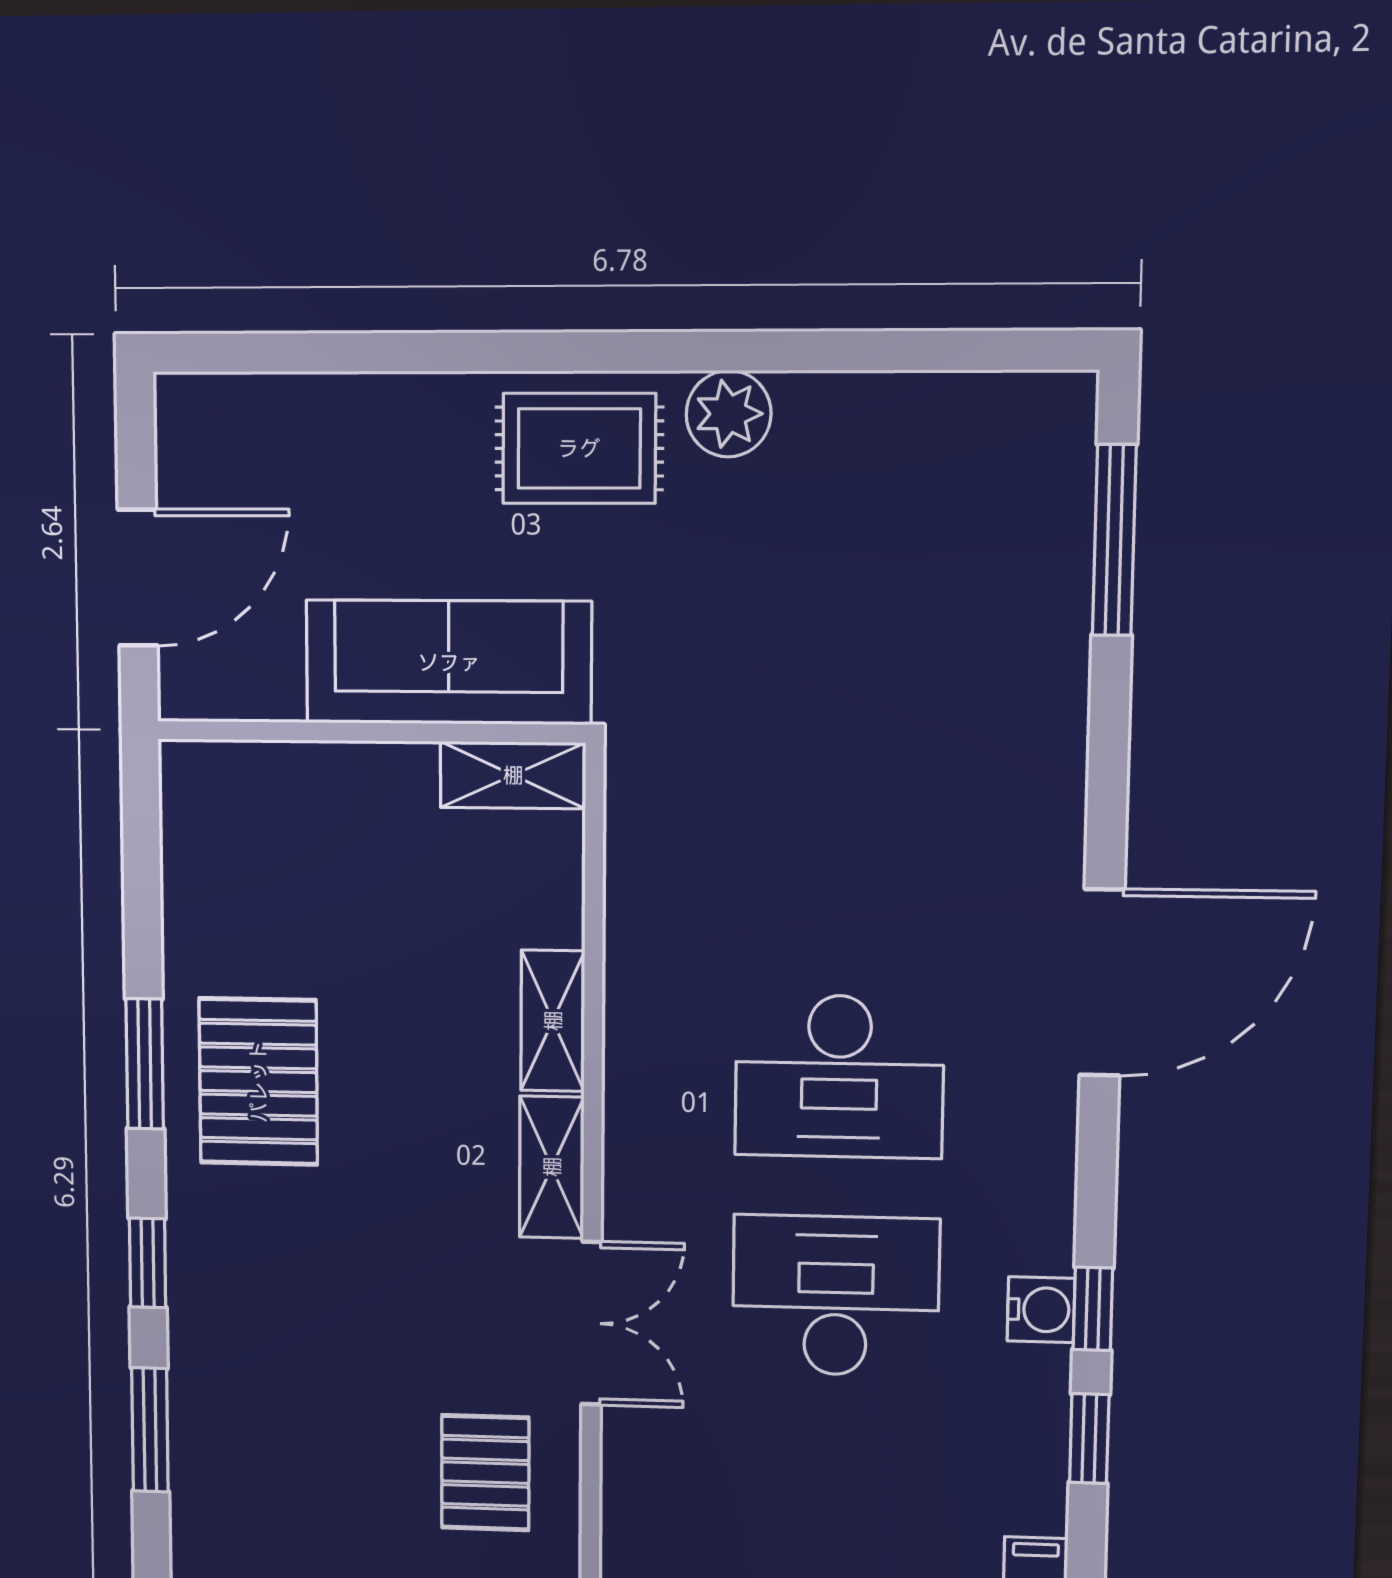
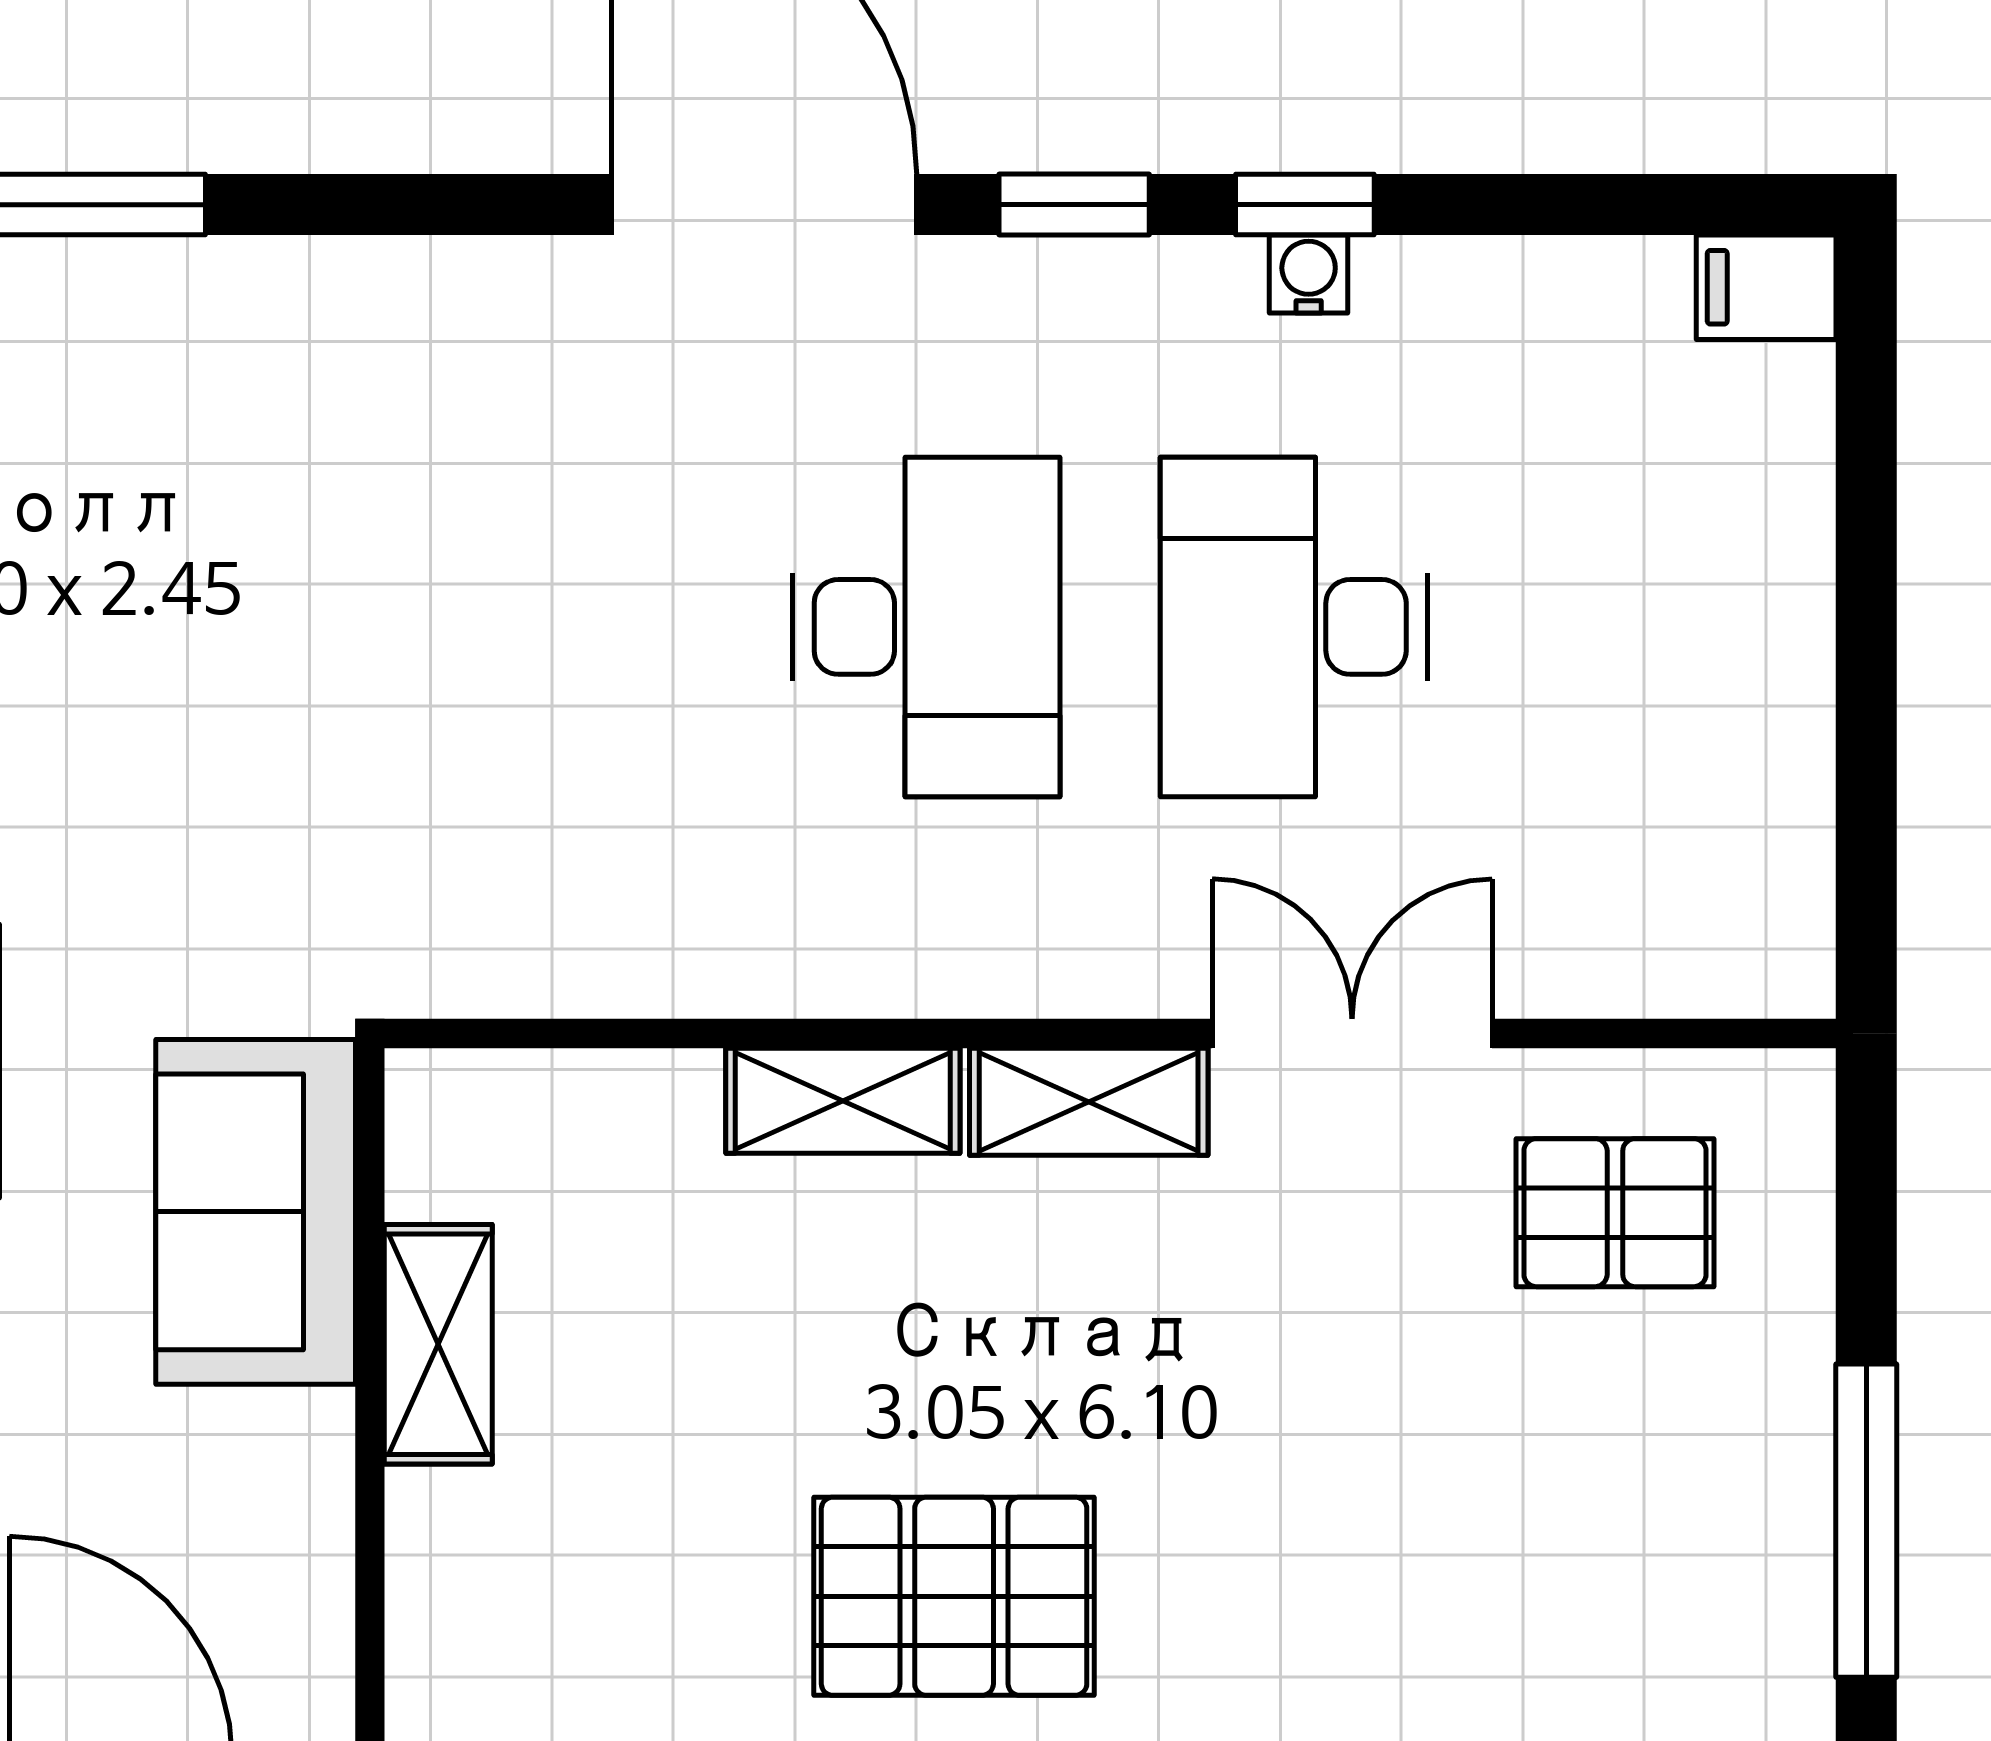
sofa: (449, 662) -> (256, 1212), width x0.73
shelving: (513, 775) -> (438, 1344), moved
water cooler: (1041, 1310) -> (1309, 274), width x0.72, depth x0.72
window: (1089, 1439) -> (1074, 205), moved

